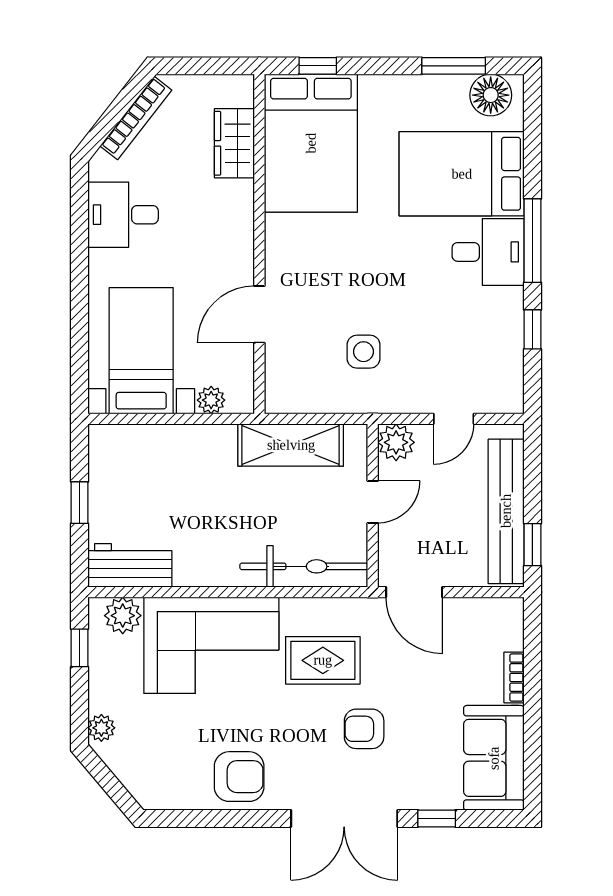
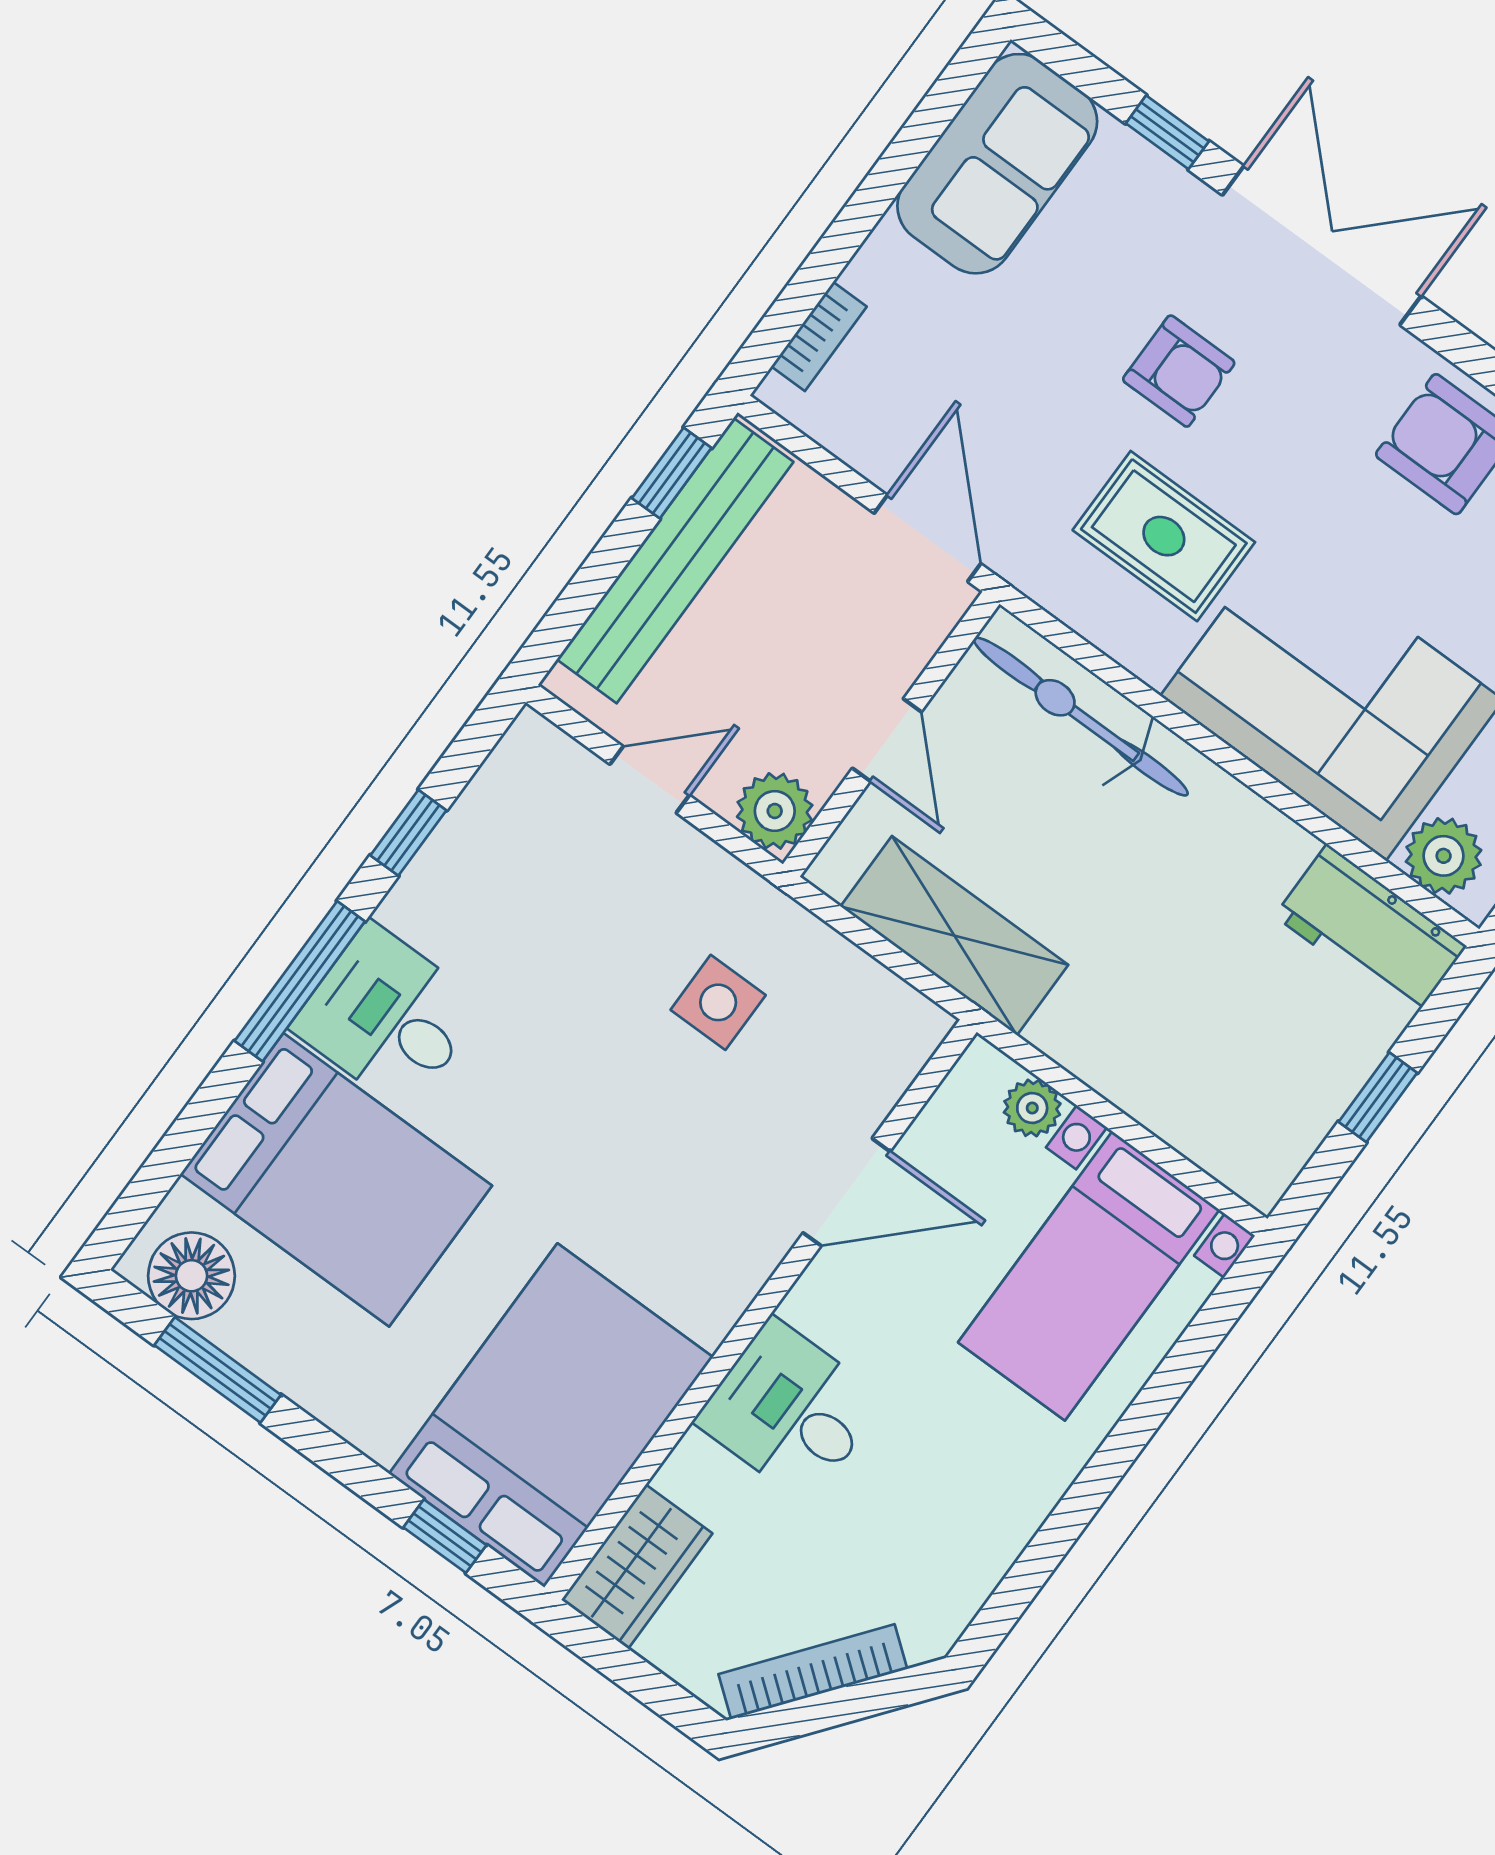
wardrobe: (234, 143) -> (637, 1567), moved
desk: (123, 215) -> (790, 1411), moved, turned 180
door: (373, 502) -> (887, 740), swing flipped
bookcase: (514, 678) -> (819, 337), moved

